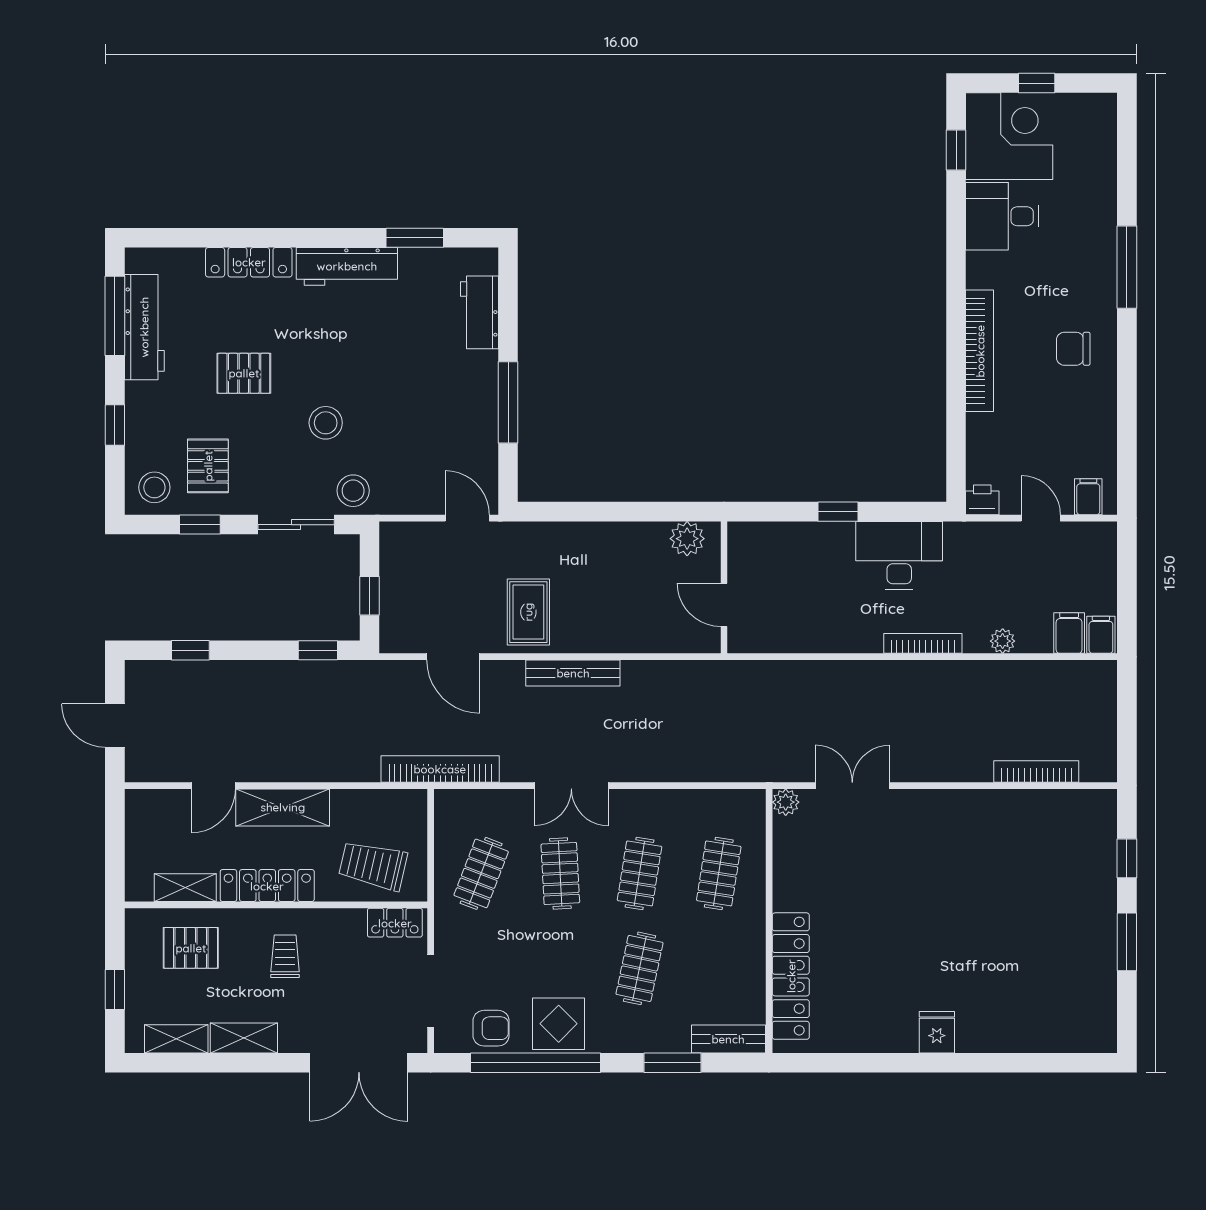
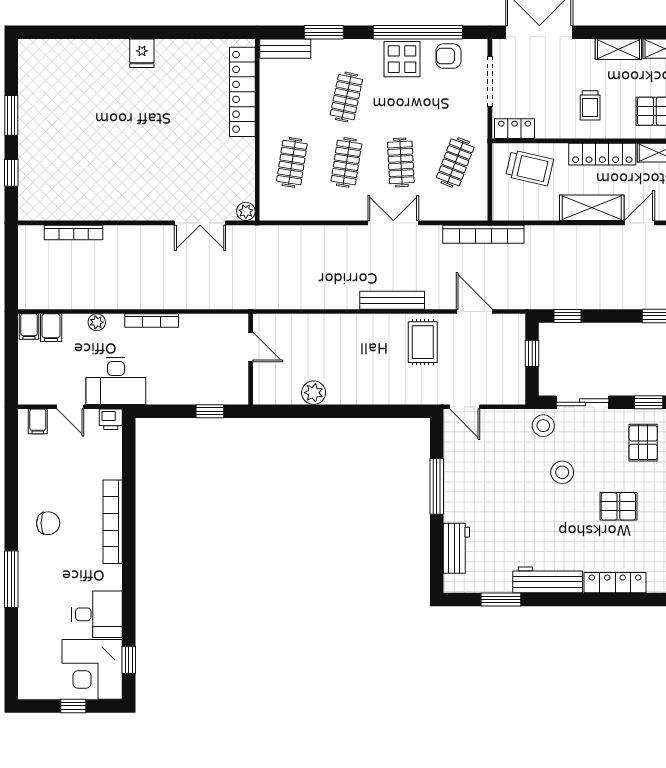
desk: (899, 555) -> (116, 381), moved
wall: (724, 587) -> (251, 359), moved
door: (724, 605) -> (251, 347), moved

